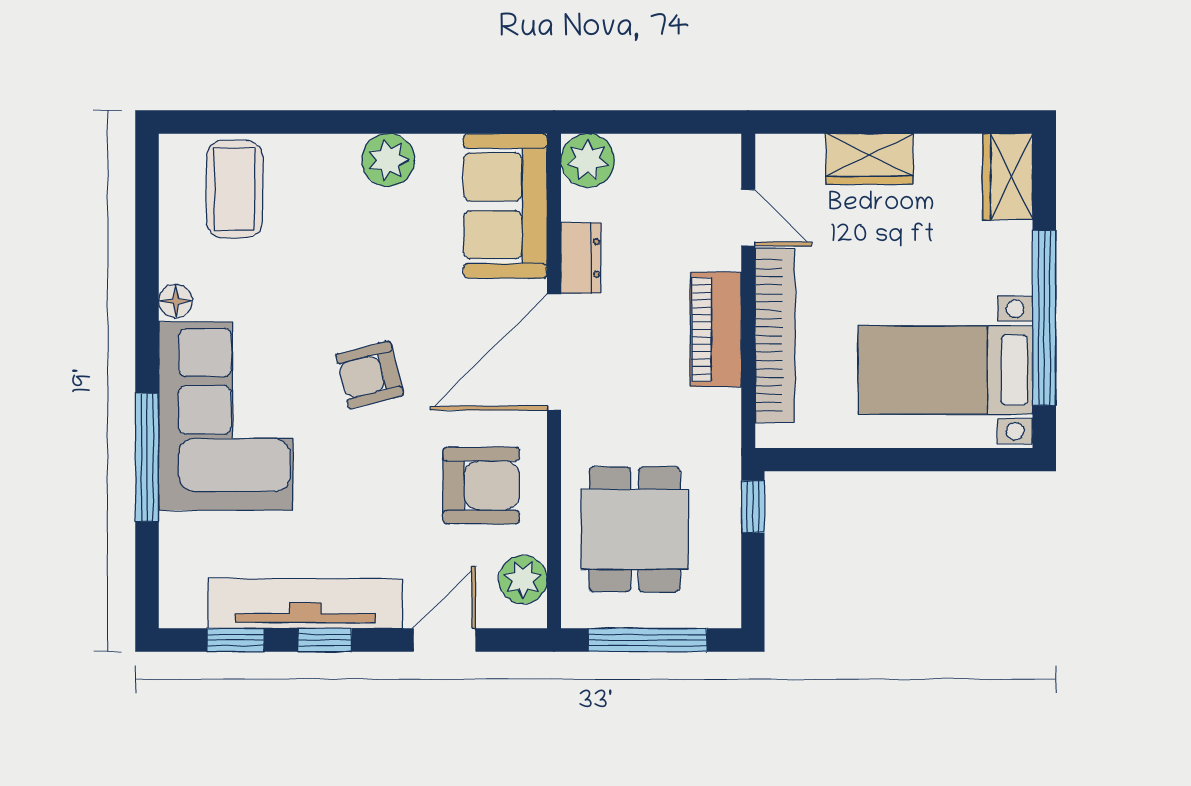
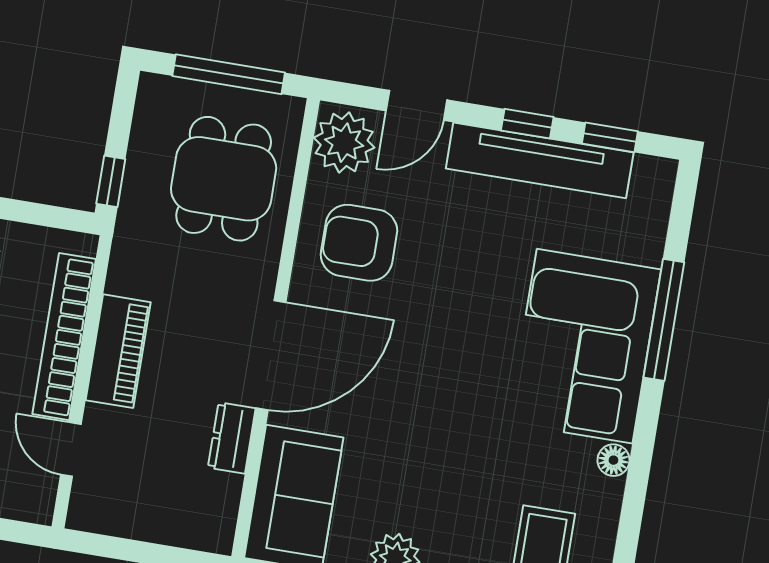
plant: (588, 160) -> (211, 527), removed
armchair: (370, 375) -> (445, 362), removed
plant: (523, 580) -> (344, 143), width x1.36, depth x1.36

